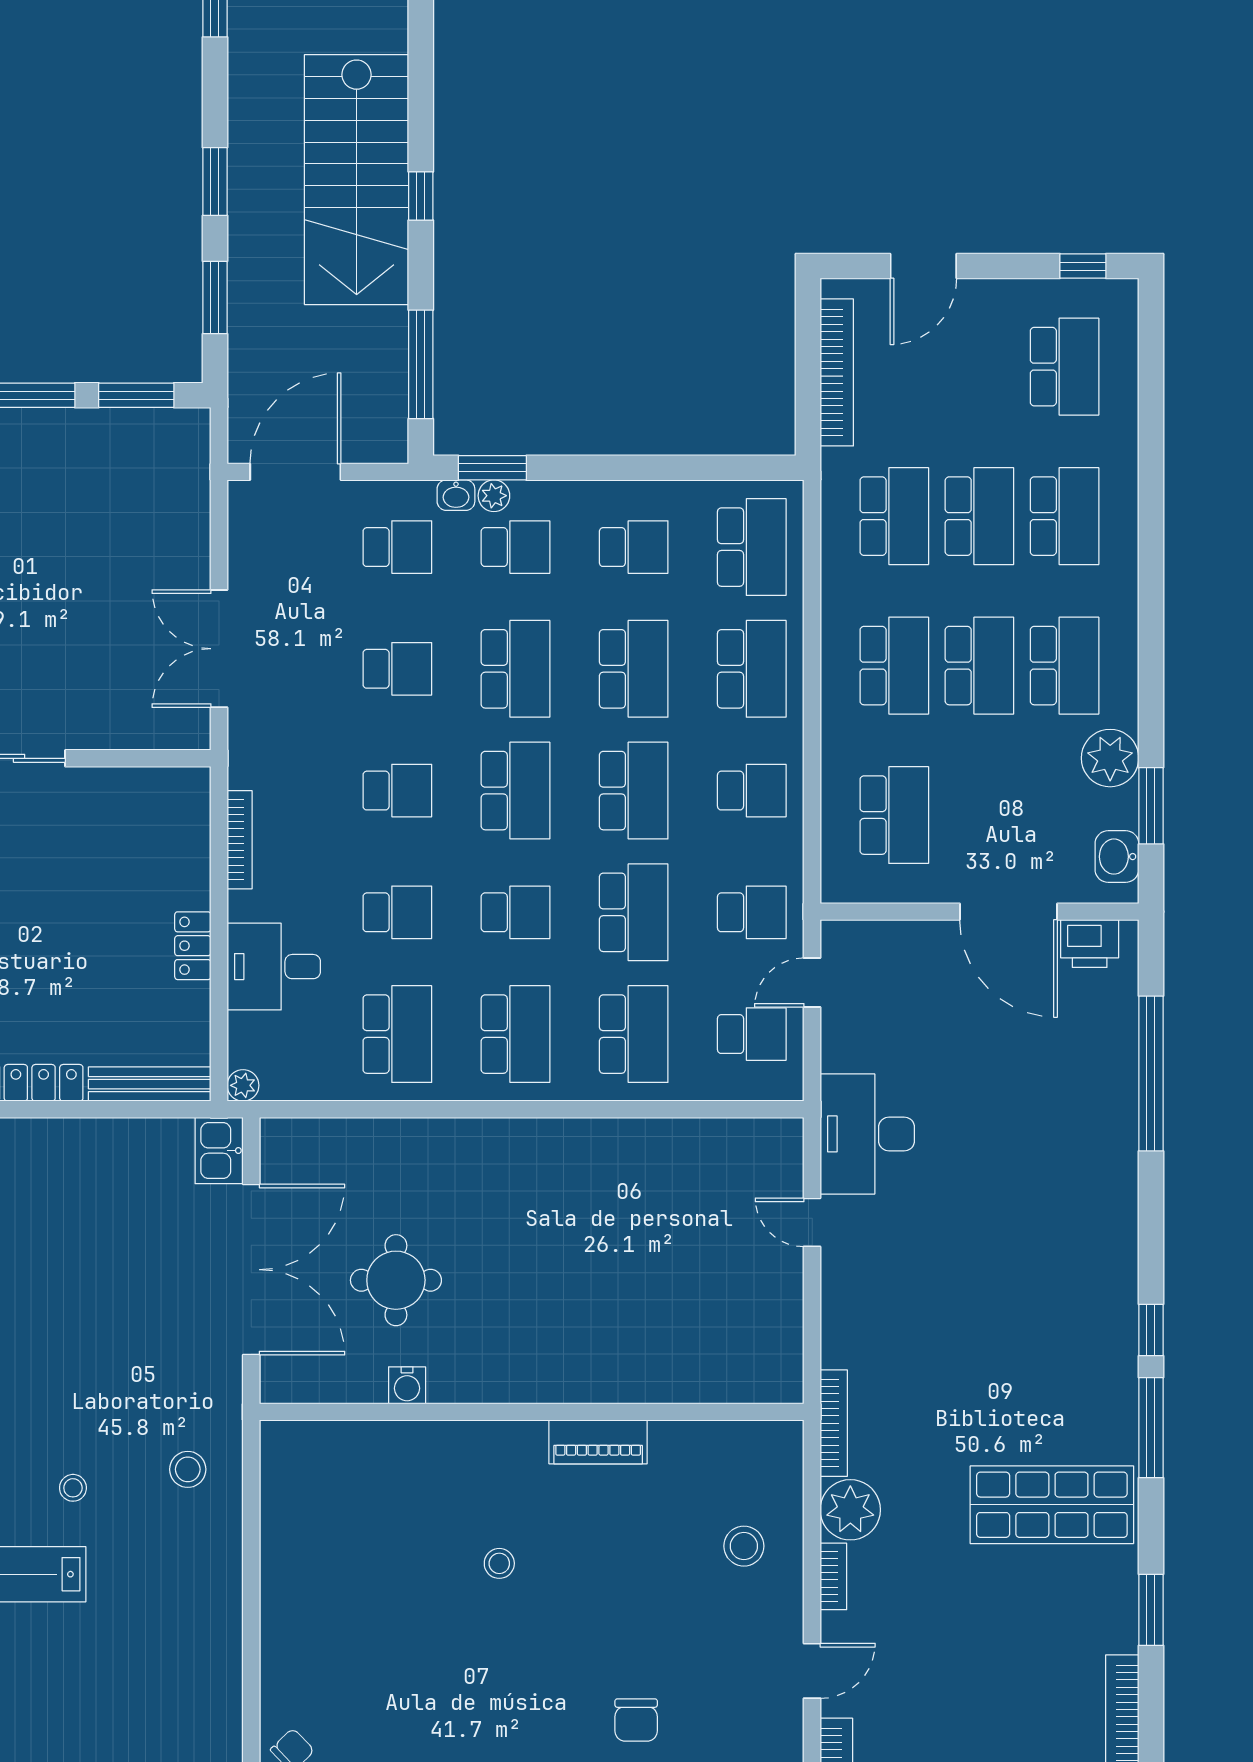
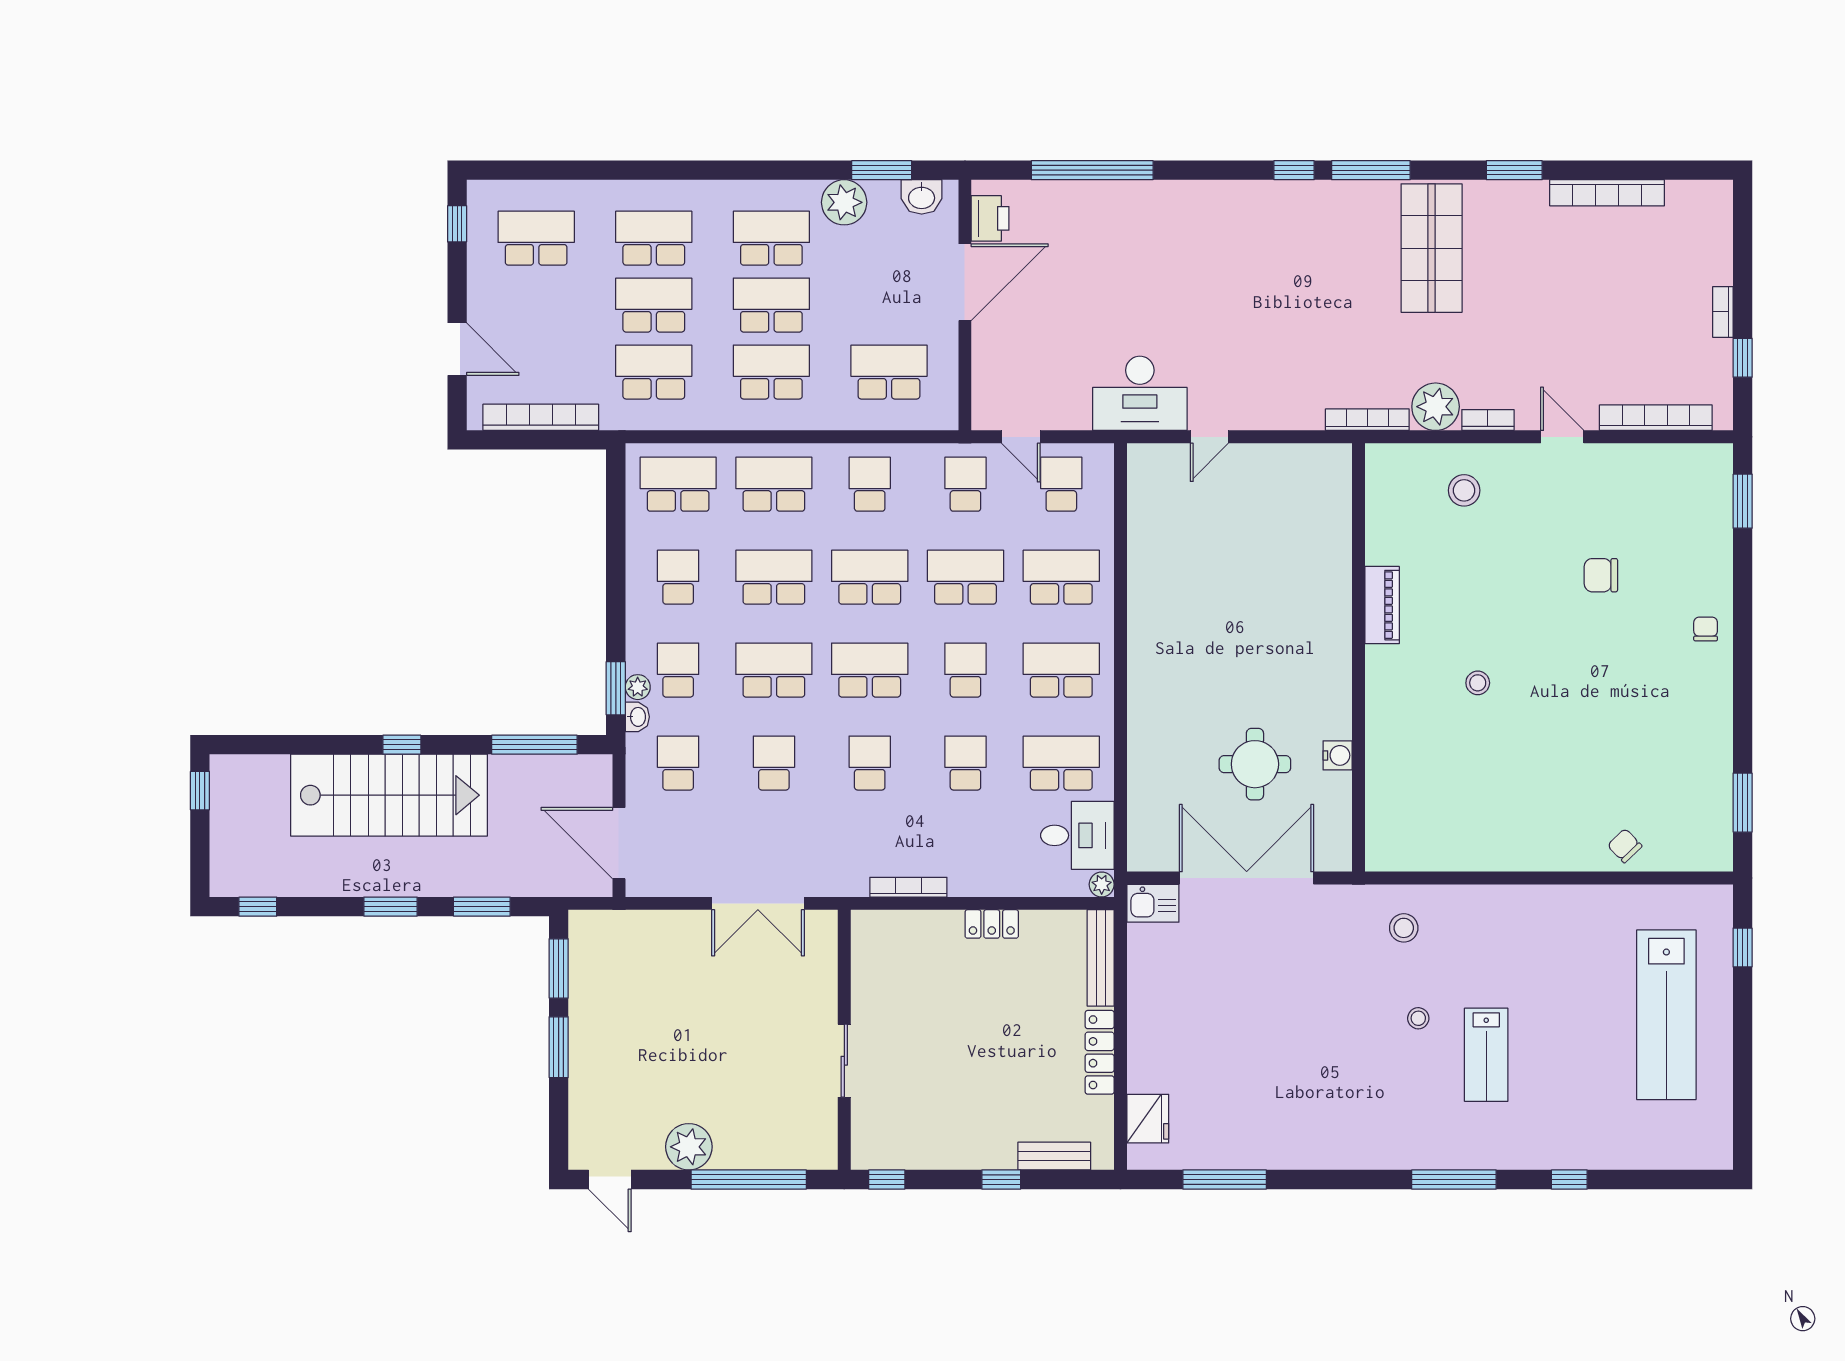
desk: (274, 967) -> (1077, 835), moved, turned -90
chair: (636, 1720) -> (1601, 575), turned 180

